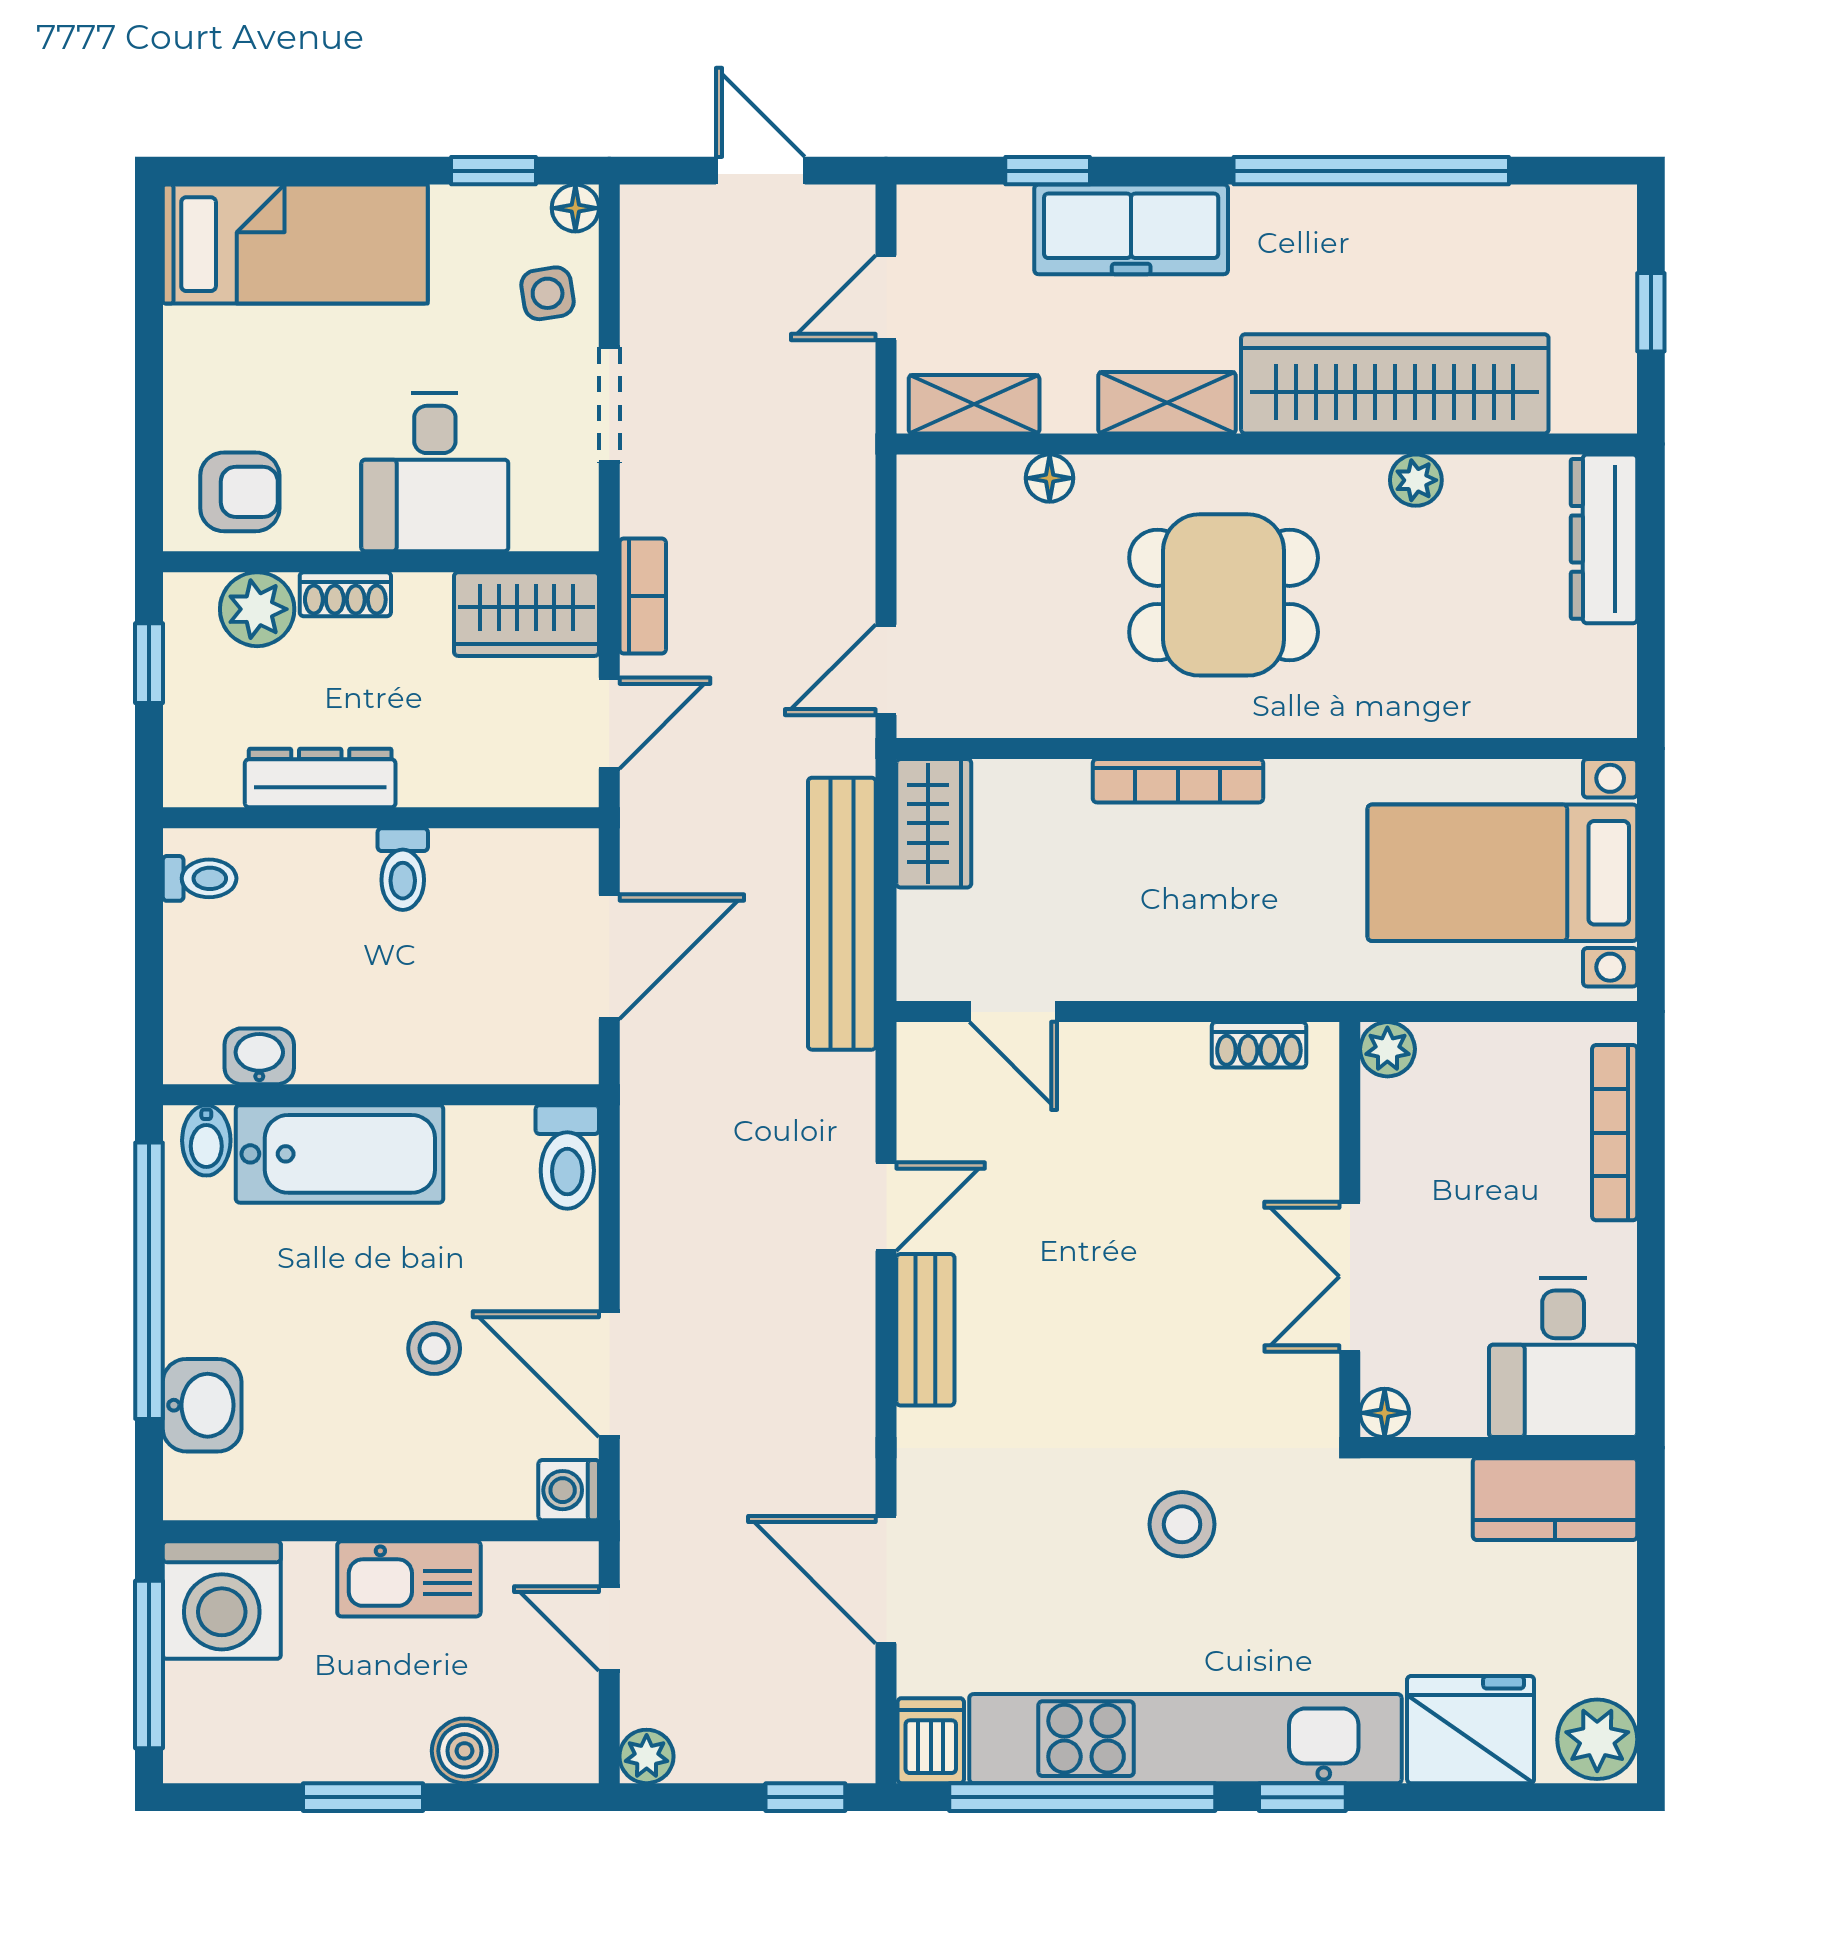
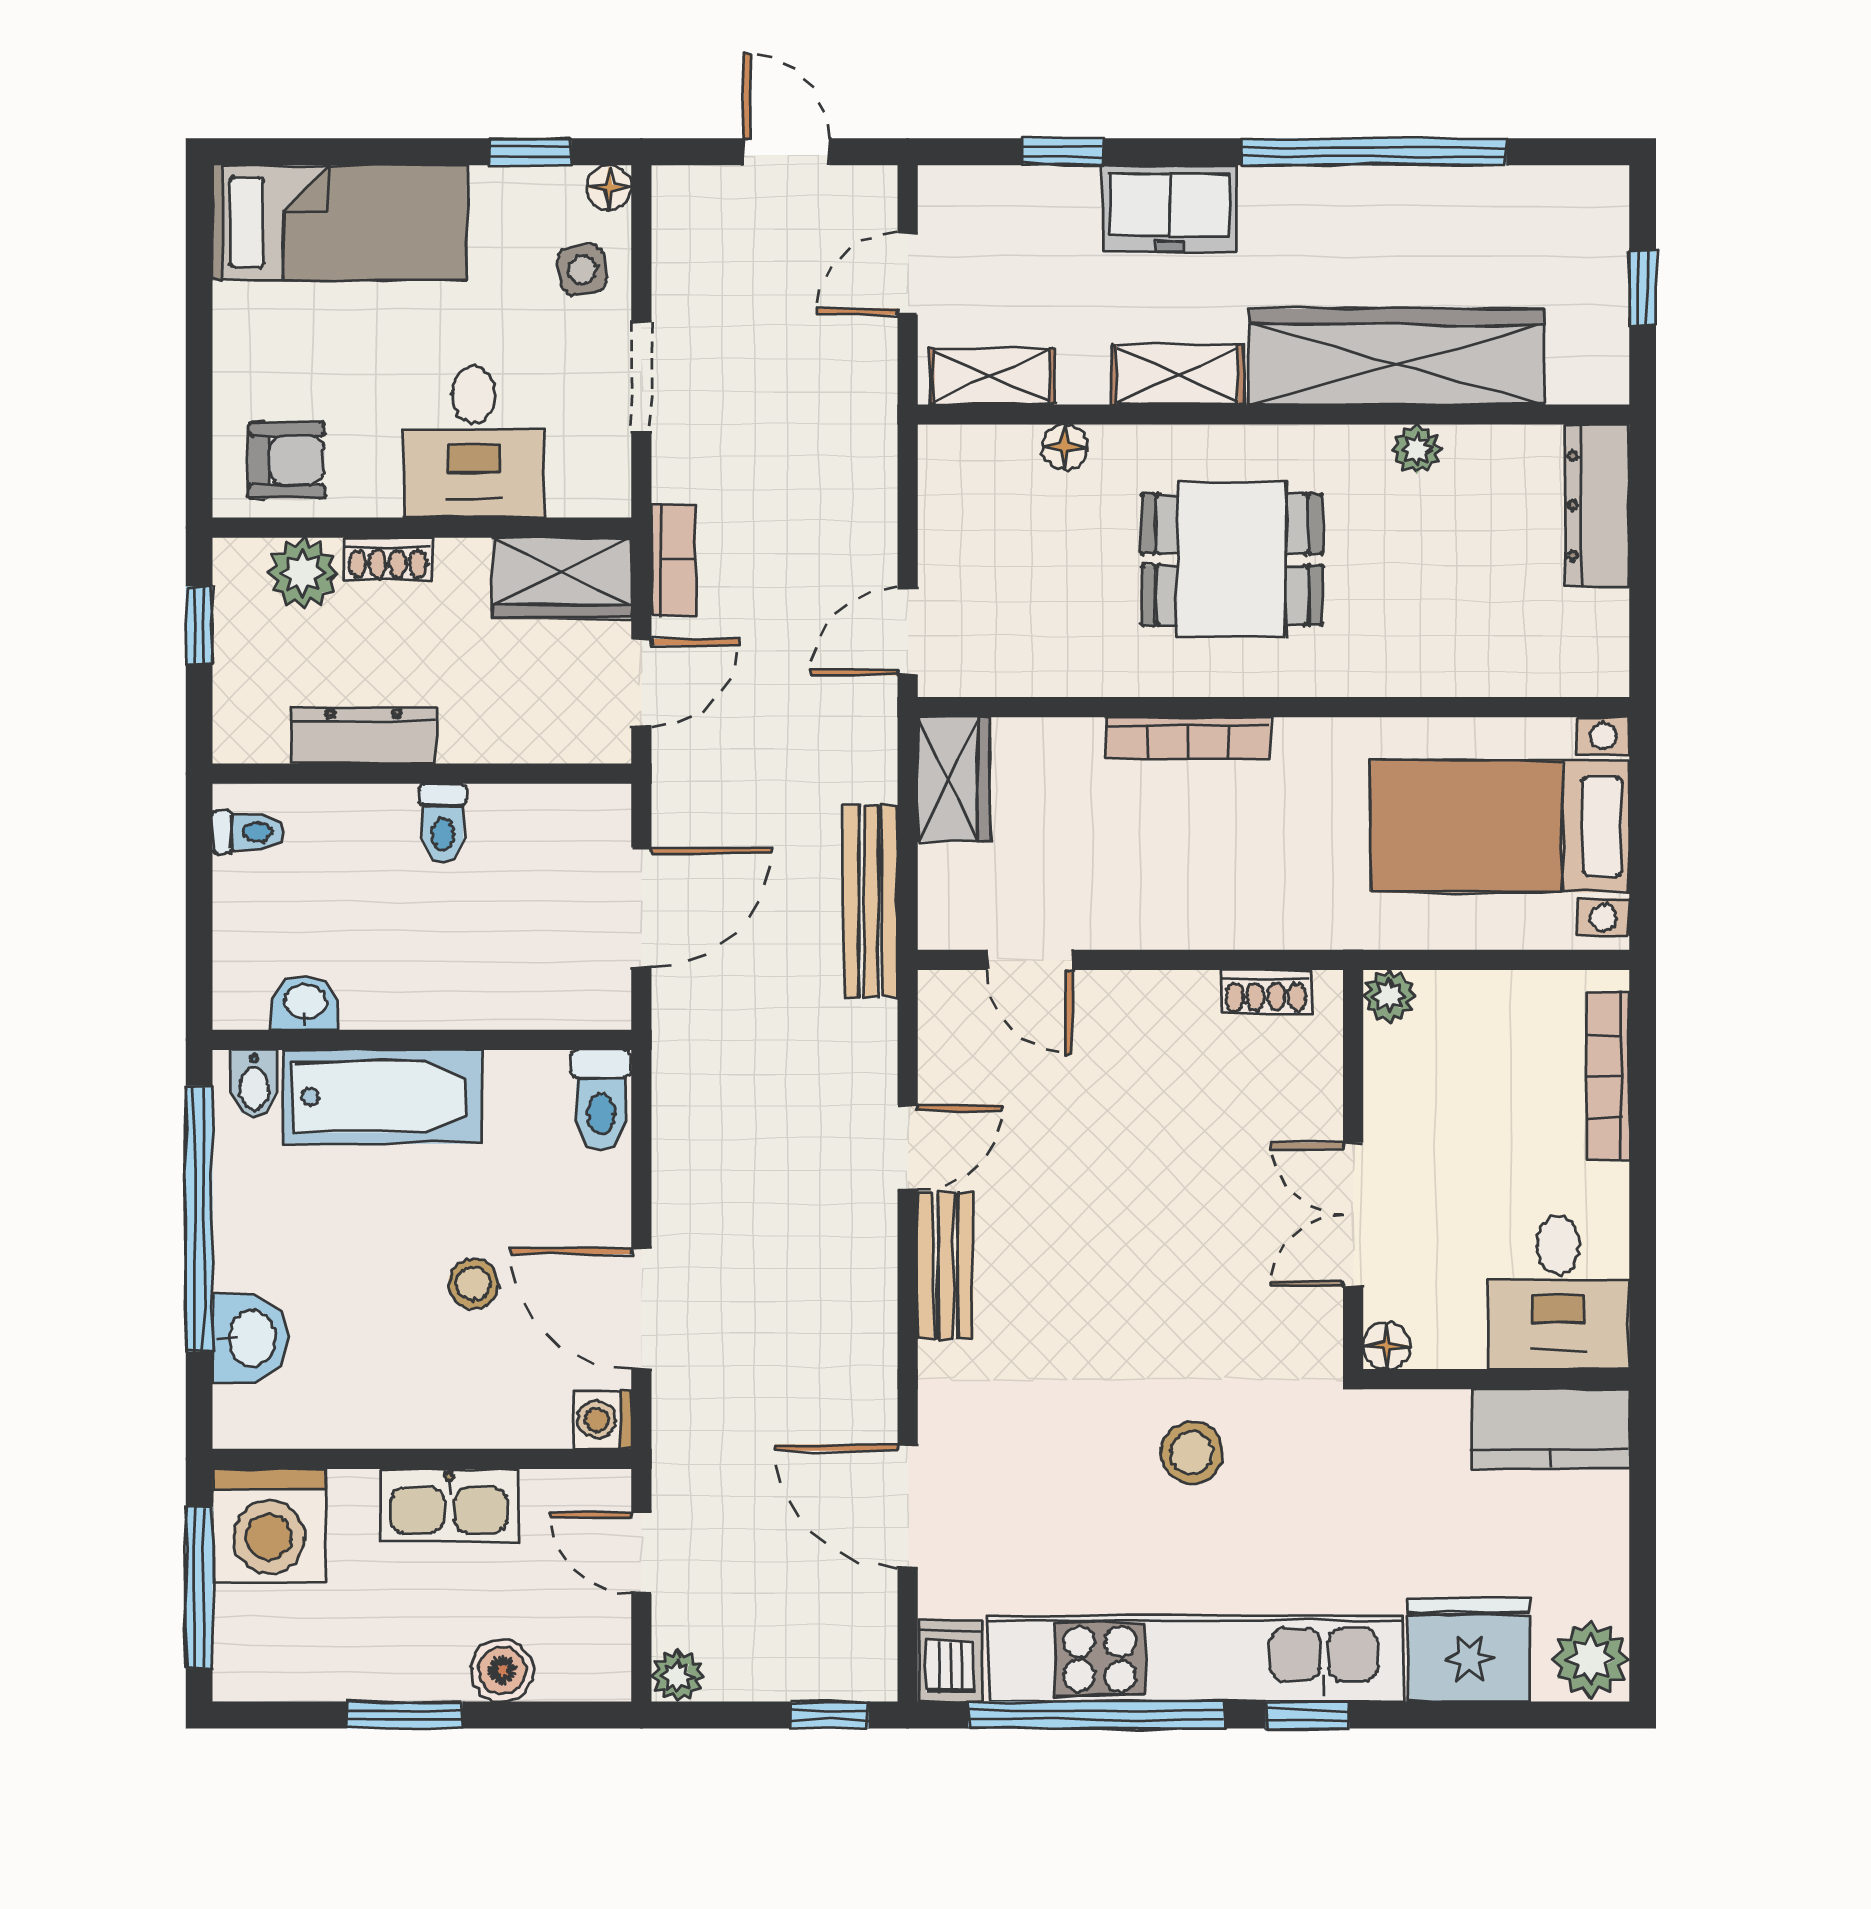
freezer: (1131, 229) -> (1170, 208), width x0.71
bench: (842, 914) -> (871, 901), width x0.73, depth x0.82

